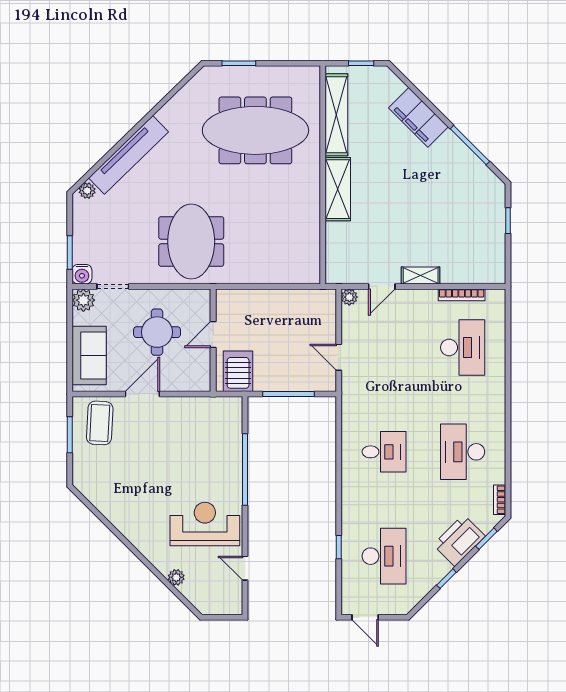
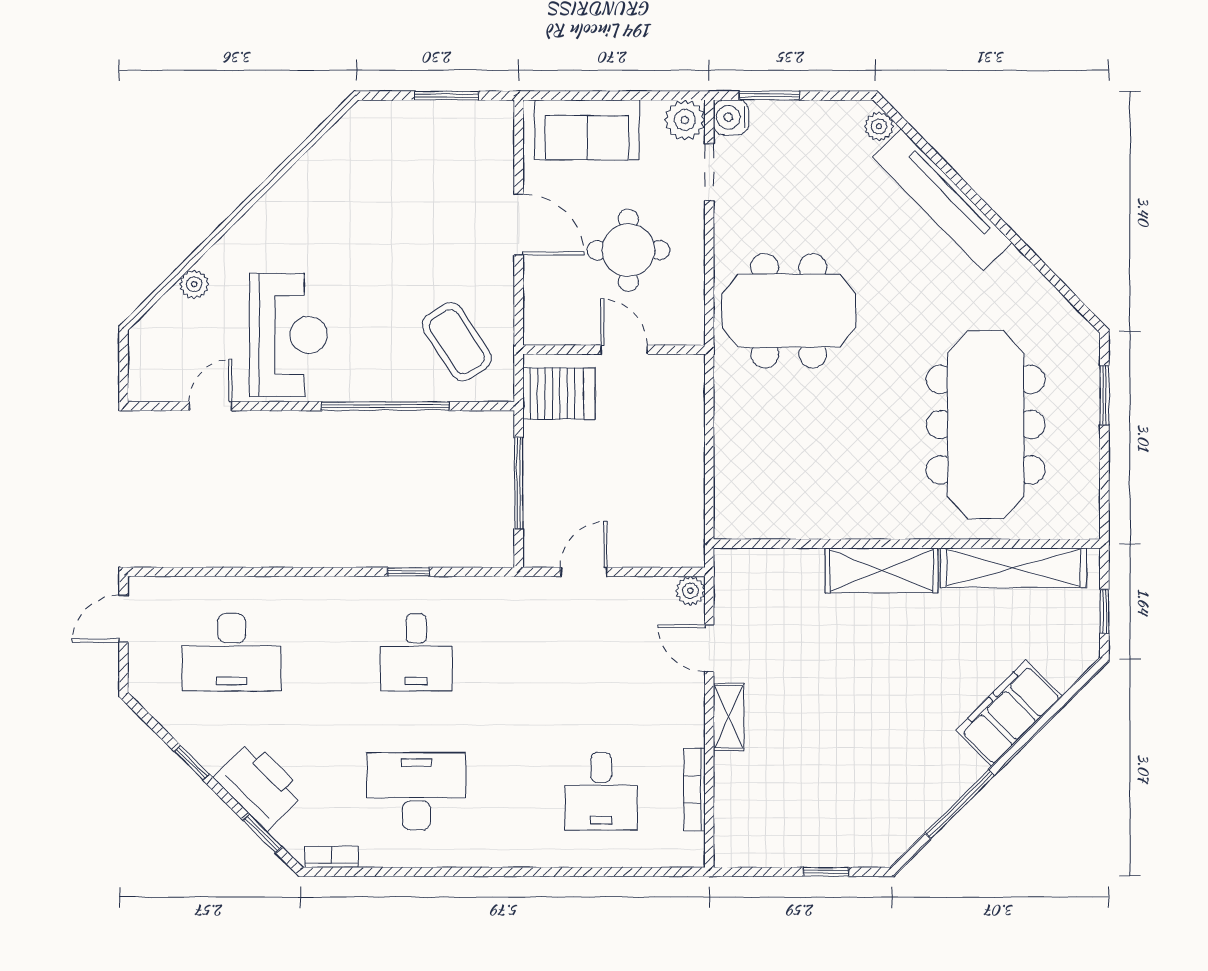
desk: (463, 348) -> (601, 791), width x0.73
coffee table: (100, 423) -> (457, 342), moved, turned 54
window: (339, 547) -> (409, 572), moved

